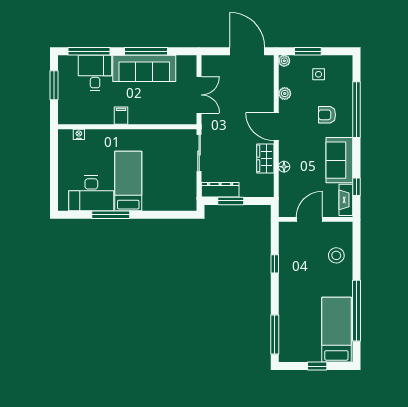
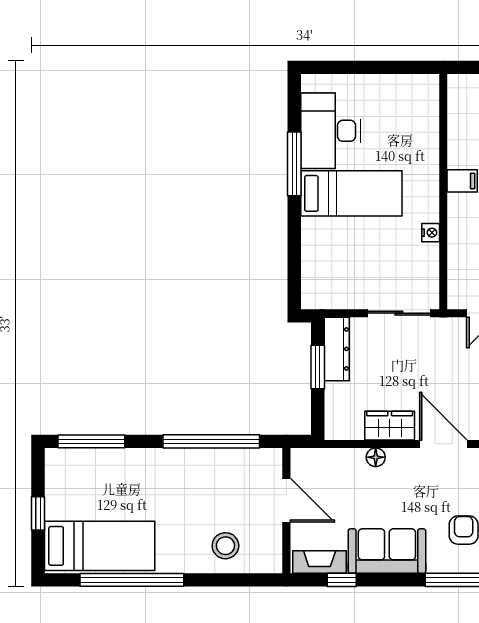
door: (276, 127) -> (443, 444), hinge flipped
nightstand: (79, 134) -> (431, 233), moved
window: (275, 264) -> (211, 441), width x3.17

